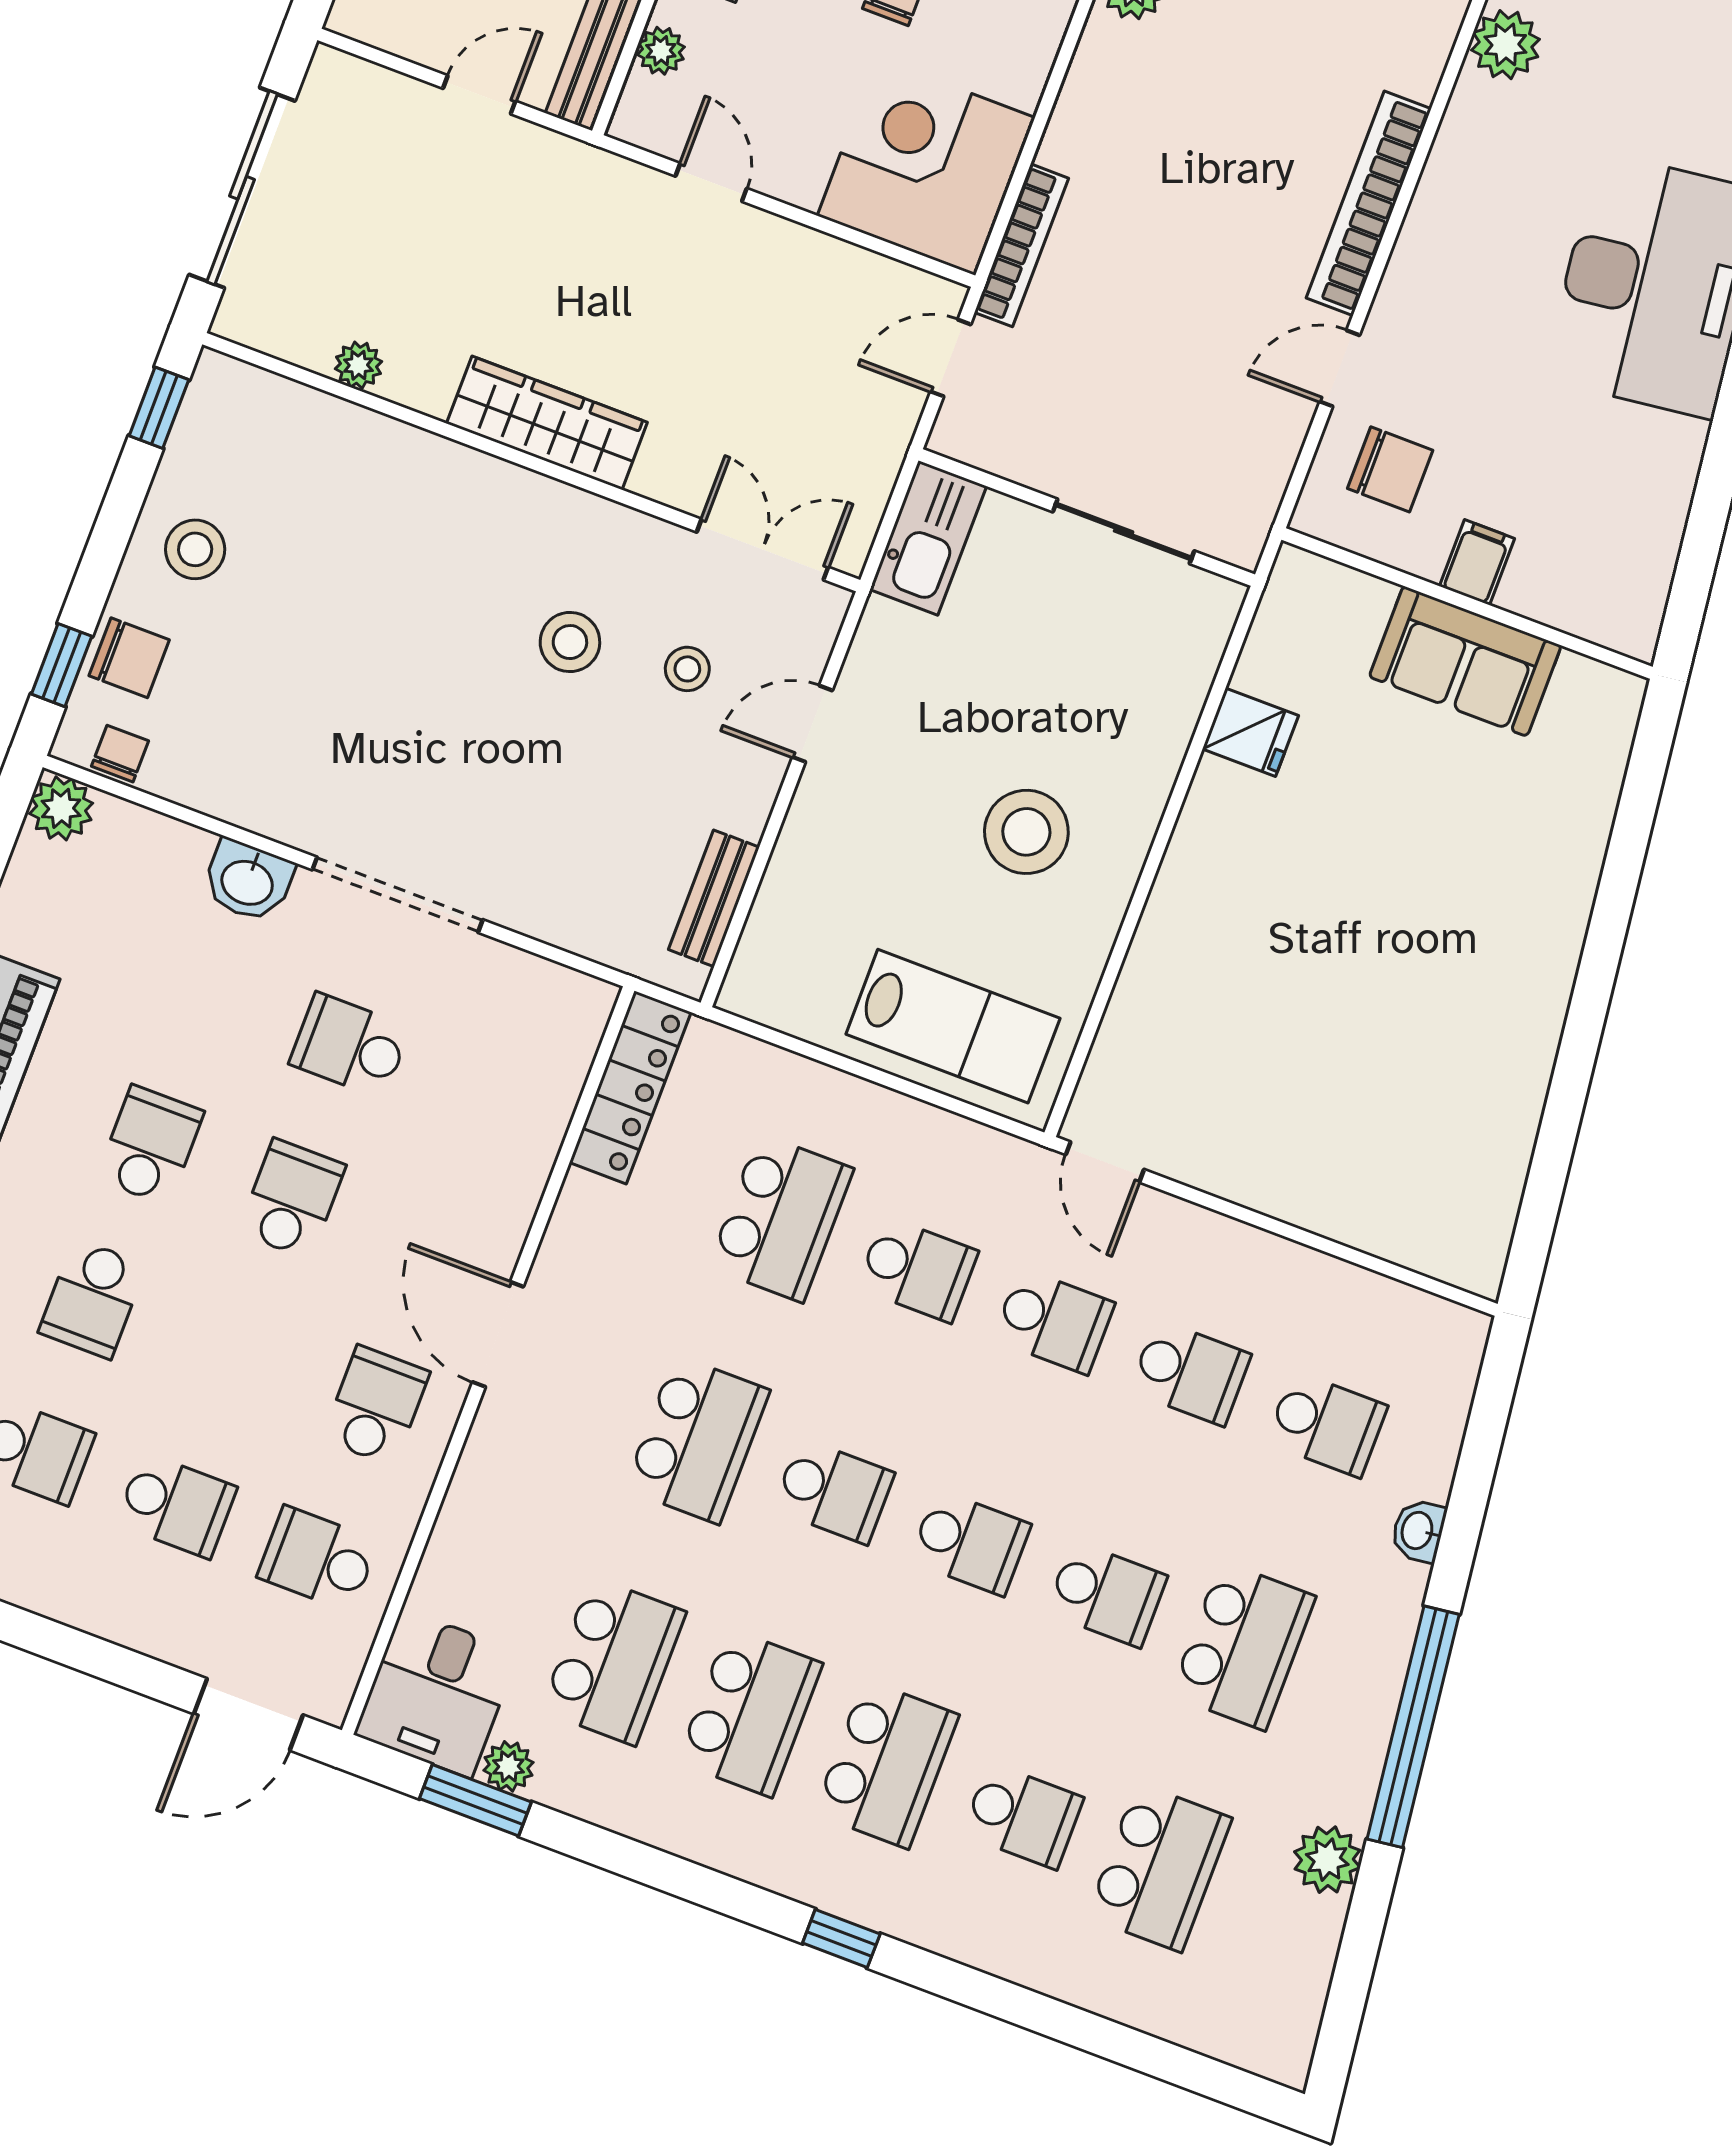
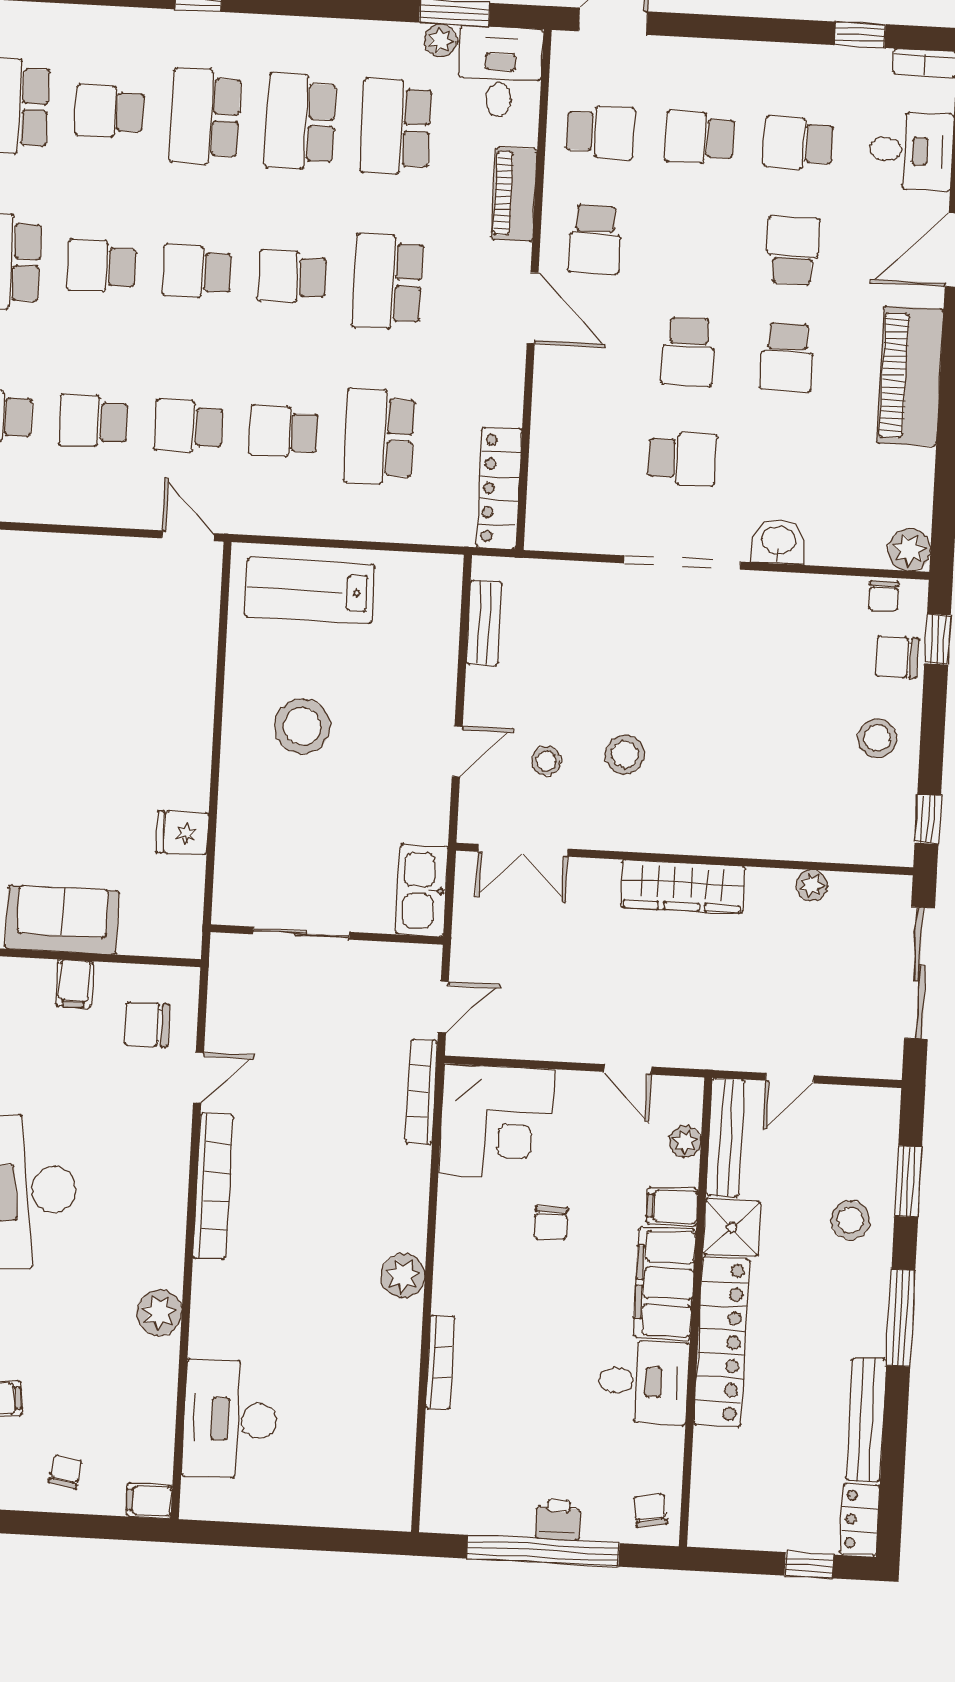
piano: (472, 1509) -> (514, 194), added

